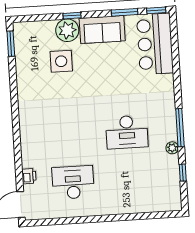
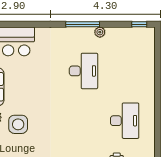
window: (183, 173) -> (139, 24), moved
desk: (73, 182) -> (125, 121), turned 180

